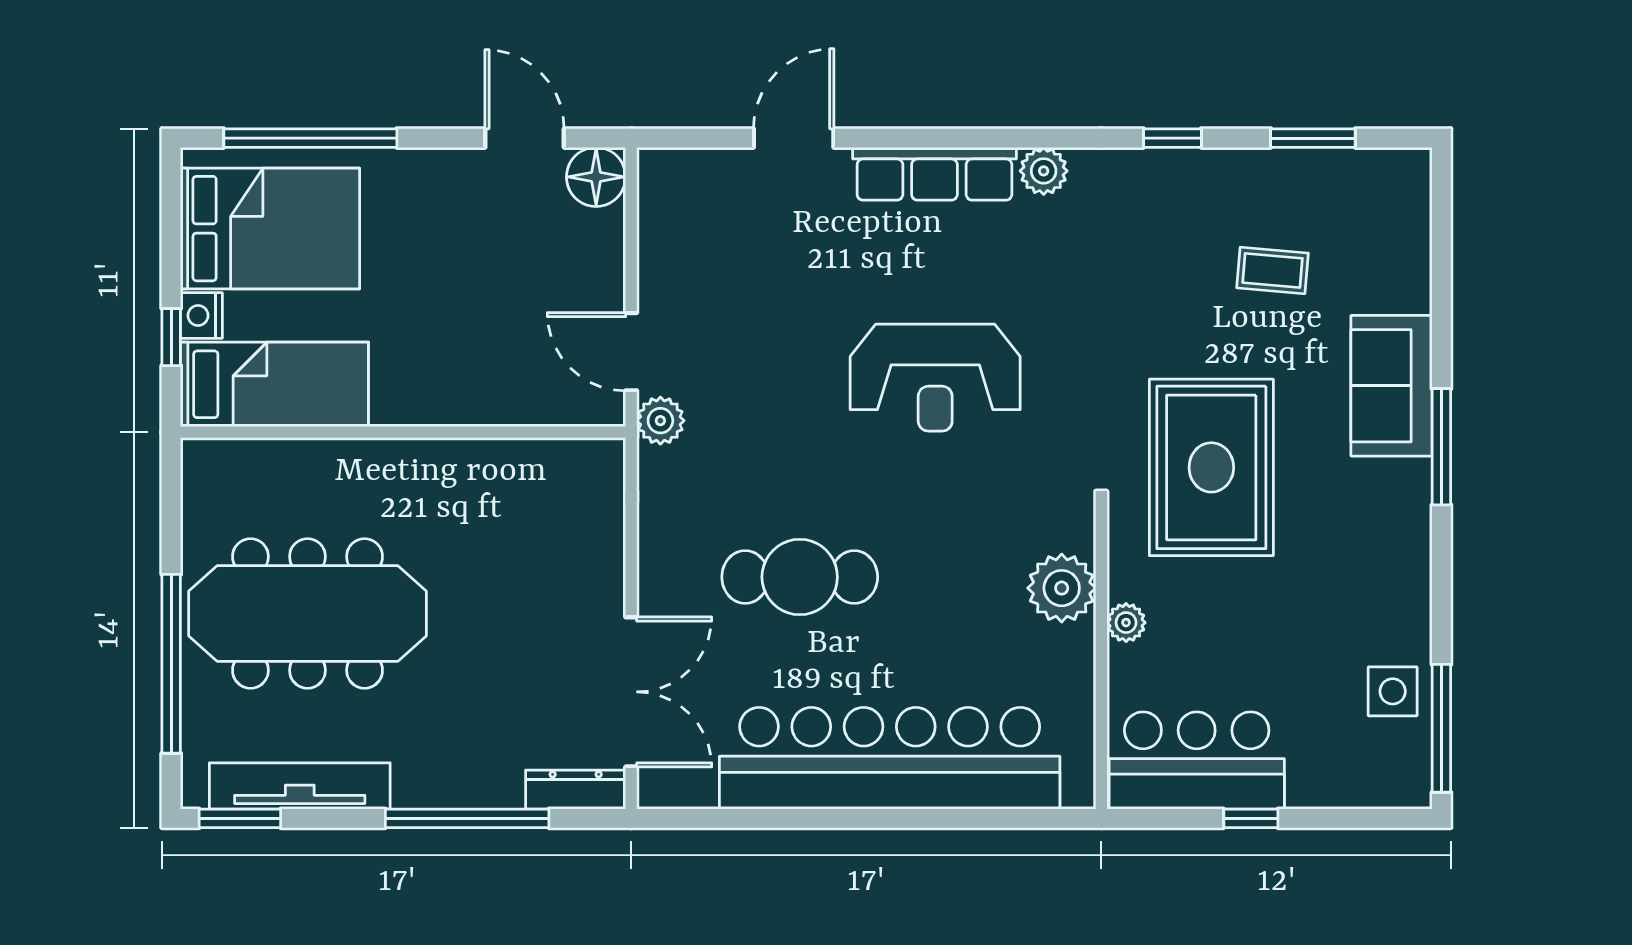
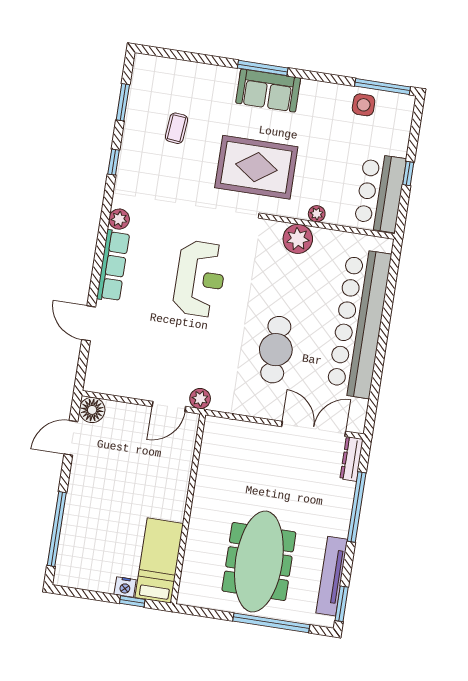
bed: (270, 229) -> (93, 552), removed
sofa: (1392, 386) -> (268, 91), moved

